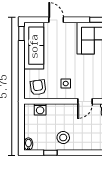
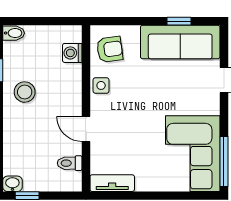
window: (21, 34) -> (179, 21), moved
side table: (66, 84) -> (101, 85), moved

